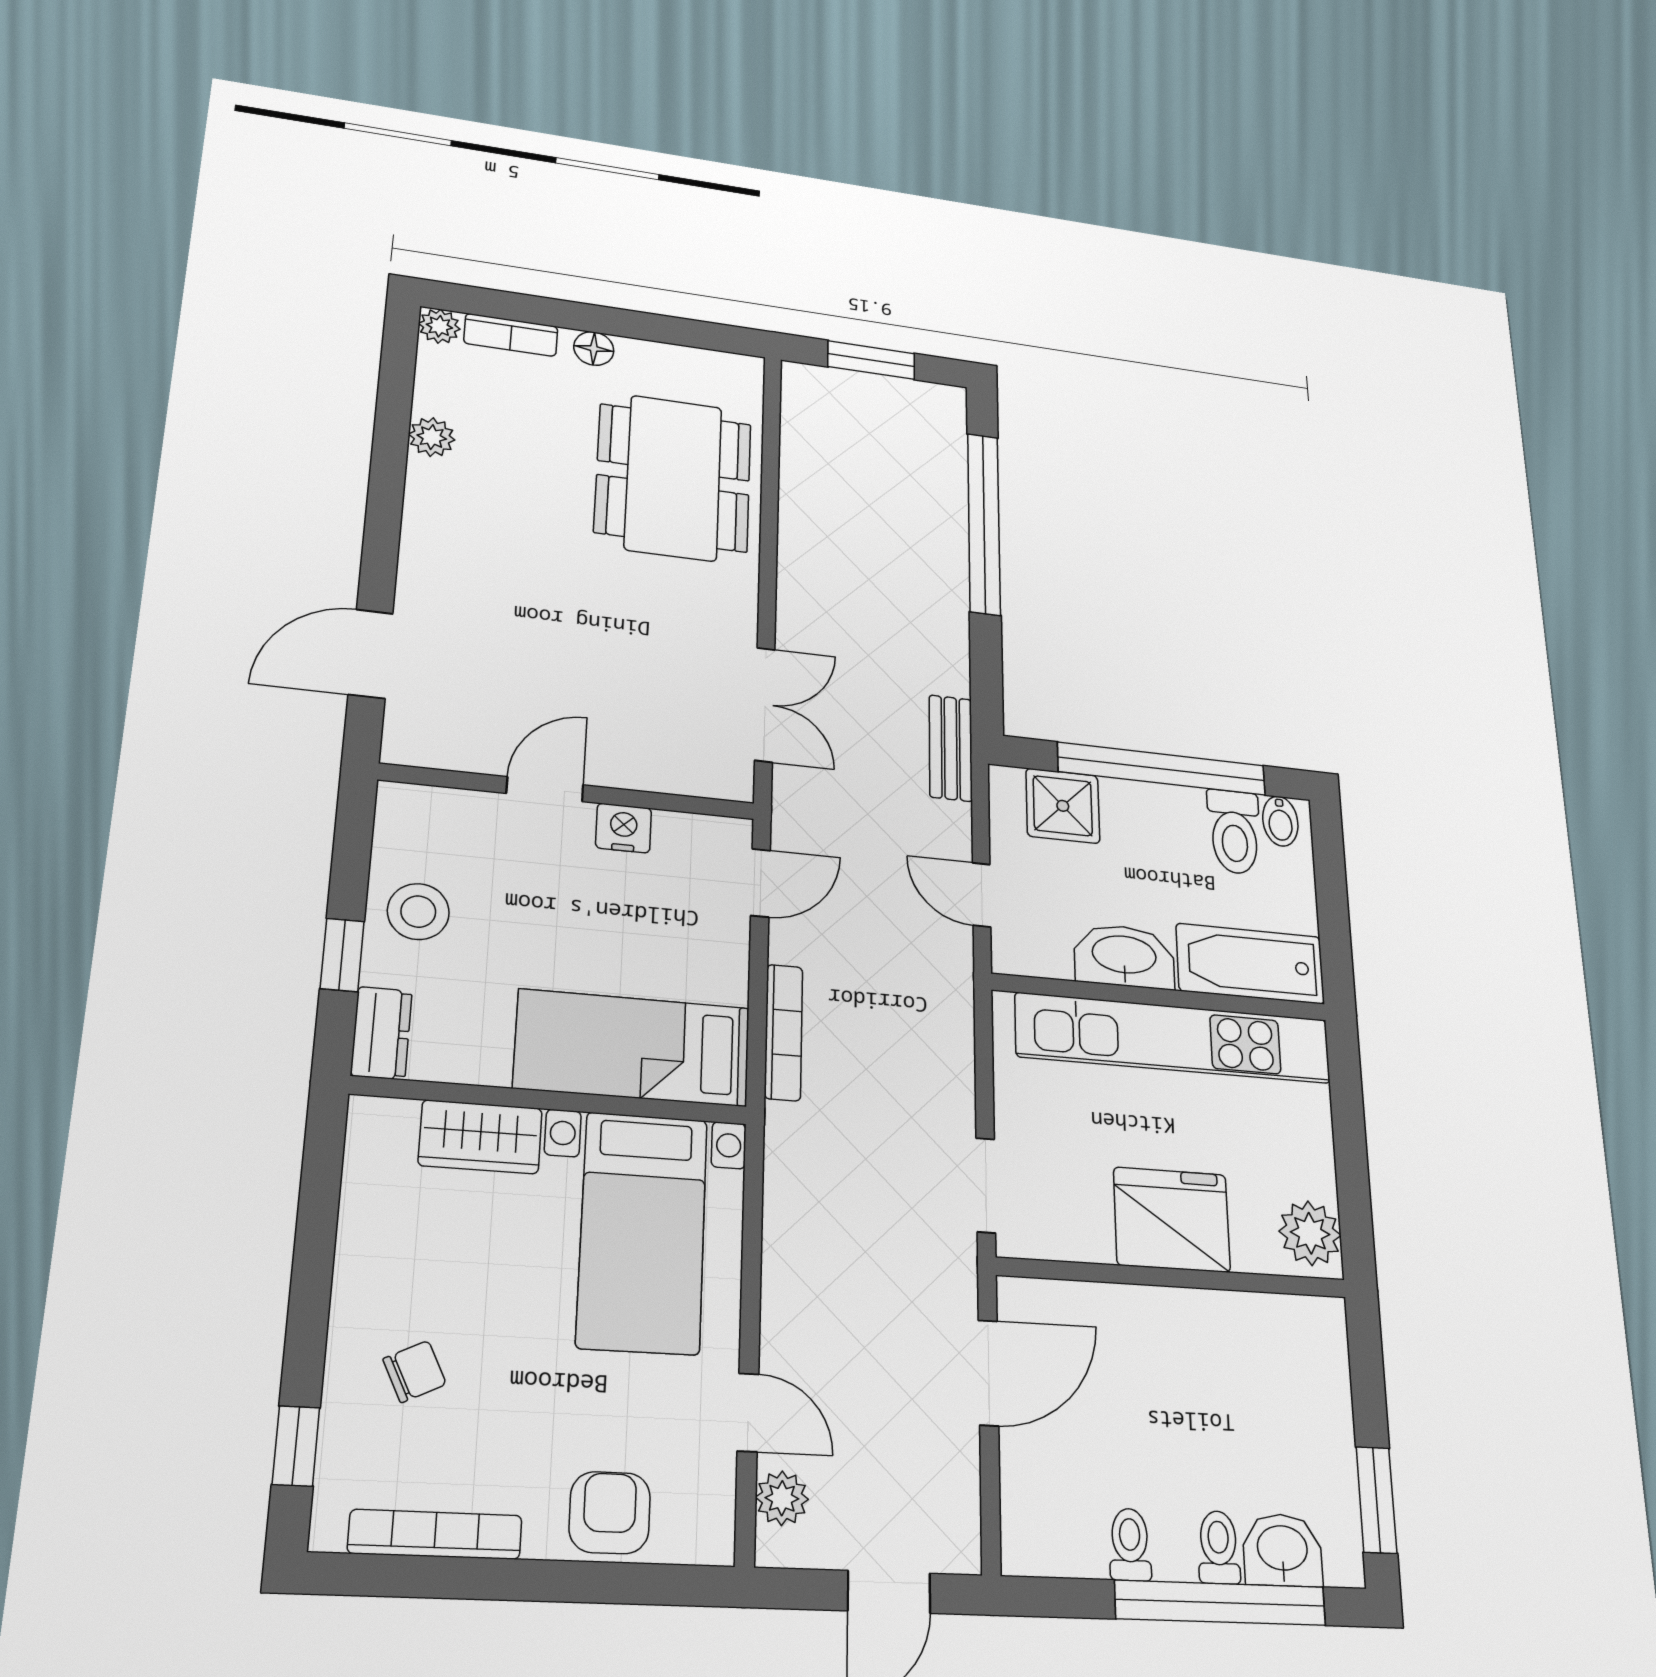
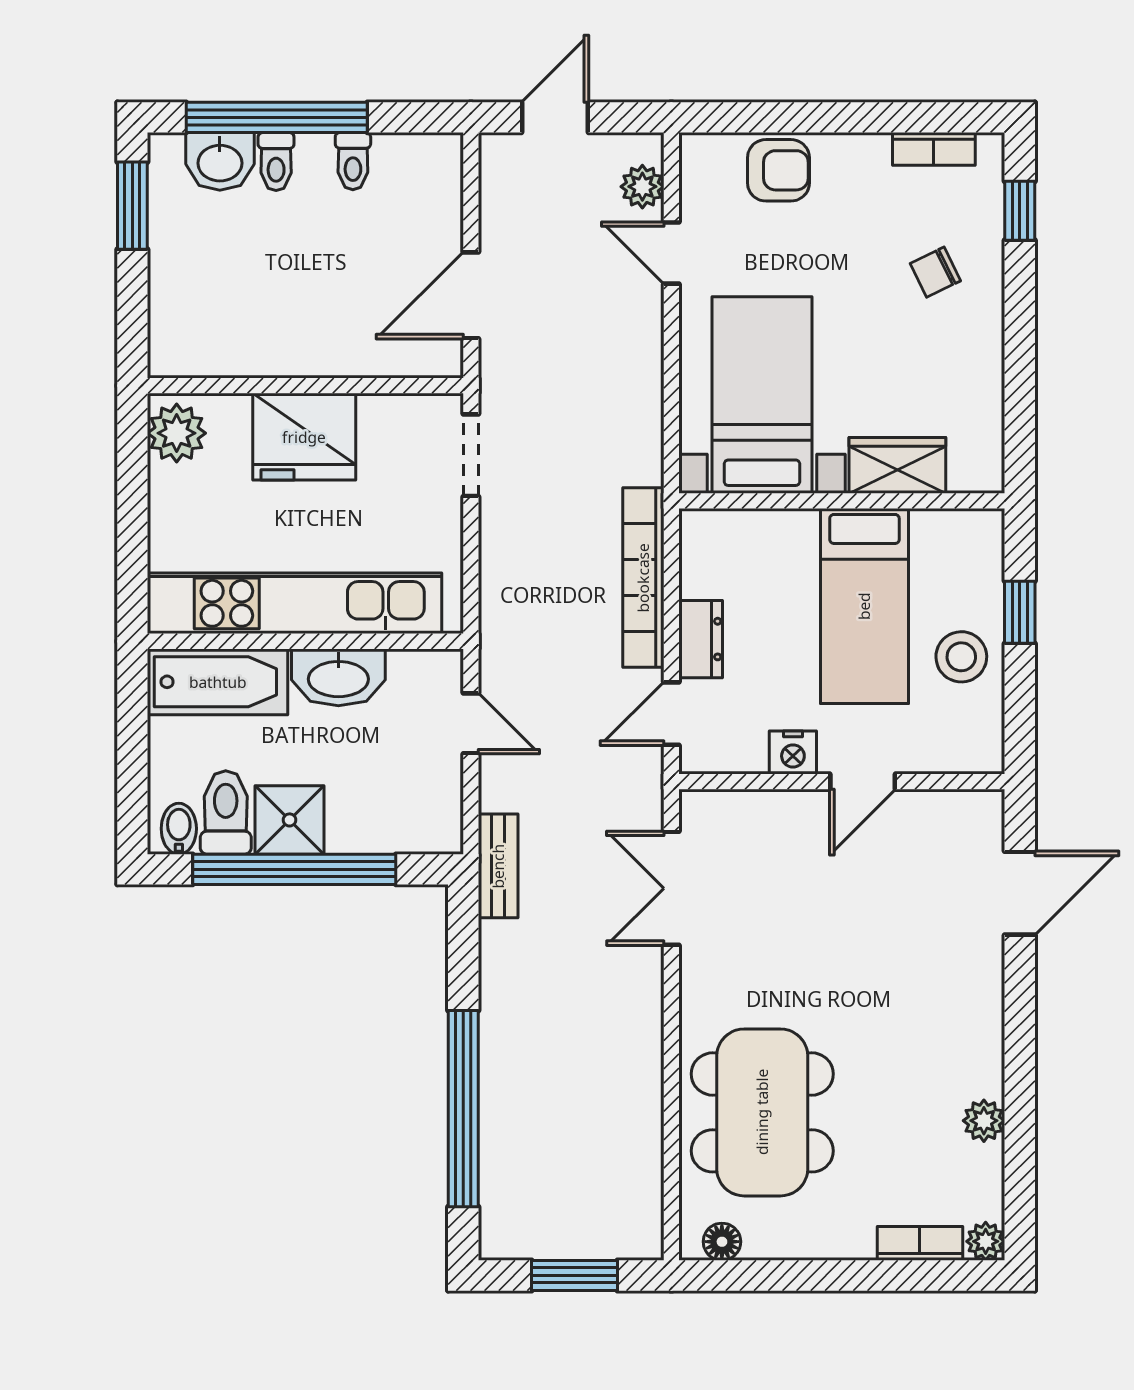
floor lamp: (594, 349) -> (722, 1242), moved
shower: (1063, 806) -> (290, 820), moved
bookcase: (784, 1032) -> (643, 578), width x1.48, depth x1.31
dresser: (381, 1033) -> (701, 639), moved, turned 180
bed: (633, 1048) -> (864, 606), moved, turned 90
armchair: (610, 1513) -> (778, 170), turned -90
bookcase: (435, 1534) -> (934, 149), width x0.64

